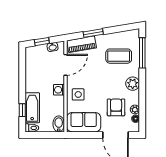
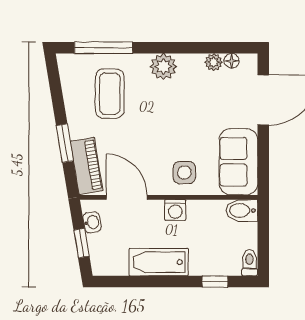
armchair: (116, 107) -> (210, 99), removed
bathtub: (32, 108) -> (159, 262), moved

